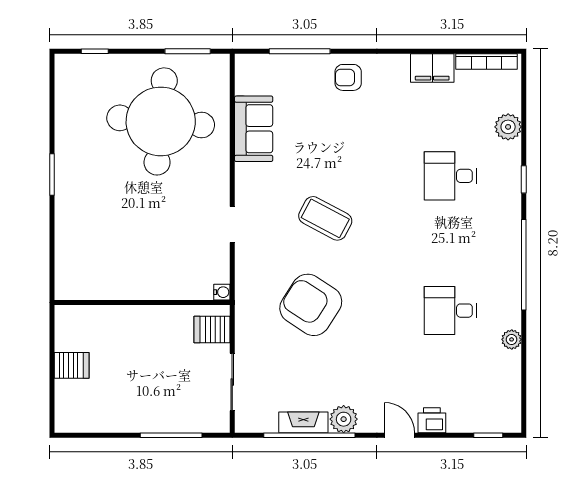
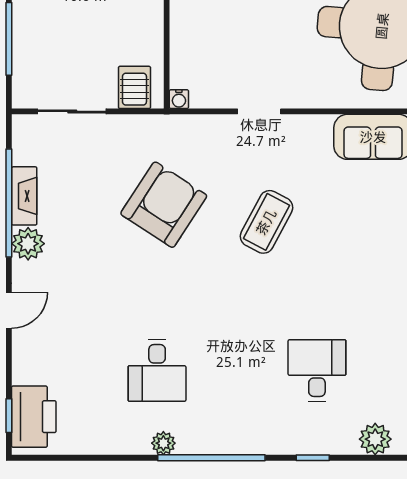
desk: (450, 311) -> (157, 370), turned 180
plant: (512, 339) -> (163, 443), moved
printer: (432, 420) -> (34, 417), moved, width x1.87, depth x1.48

